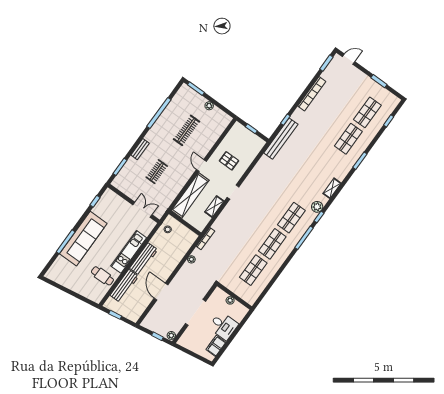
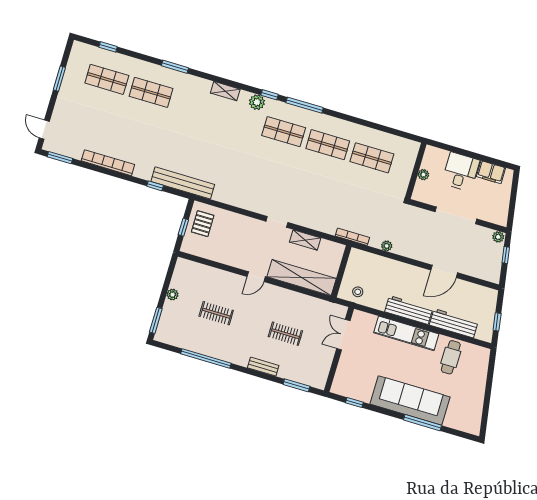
clothes rail: (187, 130) -> (216, 313), width x0.73
pallet: (229, 161) -> (203, 224), moved

